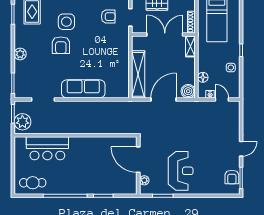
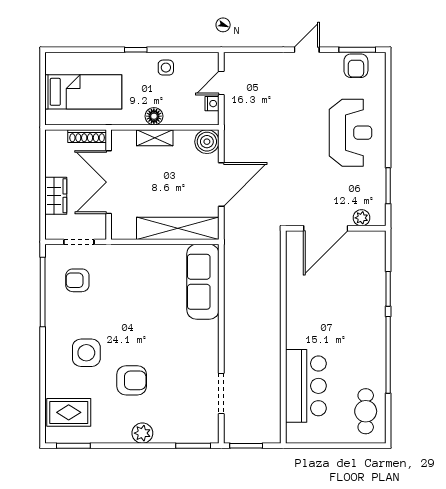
armchair: (108, 17) -> (77, 280), turned -90
armchair: (61, 45) -> (132, 380), moved
shelving: (190, 46) -> (155, 138), moved
floor lamp: (203, 77) -> (154, 116), moved
sofa: (83, 89) -> (203, 282), moved
door: (163, 99) -> (221, 184), swing flipped
plant: (22, 122) -> (260, 429), removed
door: (241, 149) -> (307, 50), hinge flipped
reception desk: (181, 171) -> (351, 133), moved, turned 90
armchair: (232, 177) -> (356, 66), turned 90

